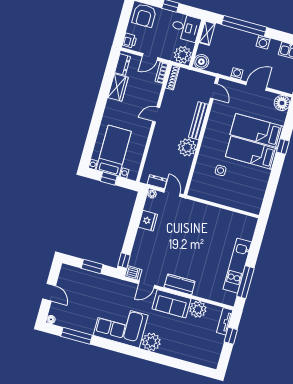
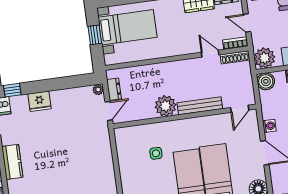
door: (156, 115) -> (210, 54), moved
fridge: (148, 221) -> (40, 101), moved

